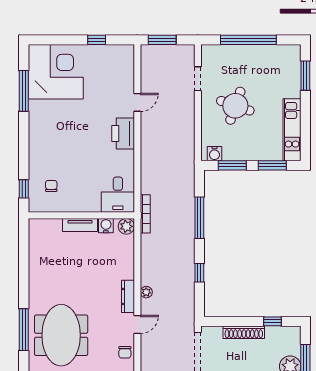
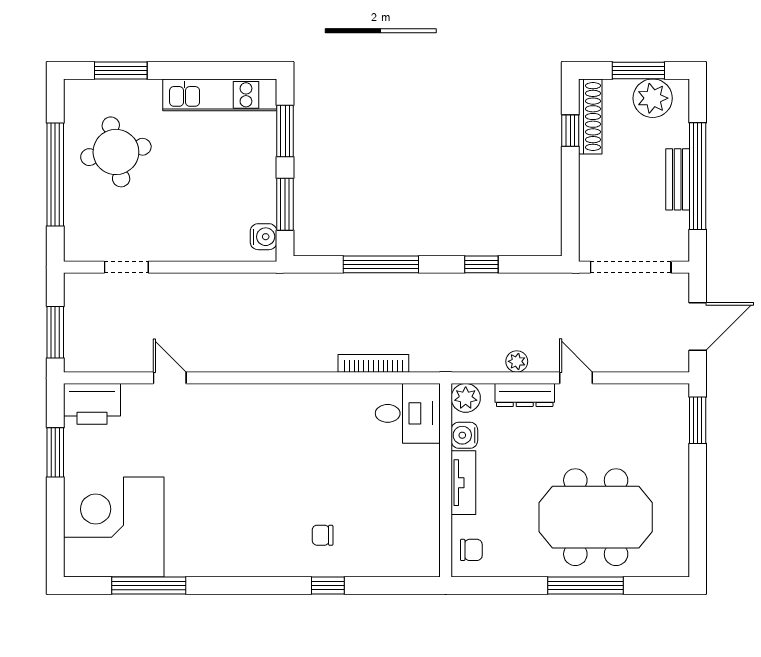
window: (97, 40) -> (55, 452), width x1.50
round table: (235, 106) -> (116, 152), moved, turned -30
printer: (123, 134) -> (92, 404), moved
desk: (118, 195) -> (408, 413), moved
wall: (81, 215) -> (446, 480), moved
tv unit: (80, 225) -> (463, 483), moved
water cooler: (106, 226) -> (464, 435), moved
plant: (126, 226) -> (466, 398), moved
shoe rack: (244, 332) -> (590, 117), moved
chair: (125, 352) -> (471, 550), moved

